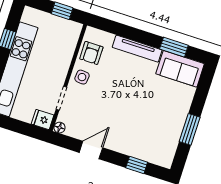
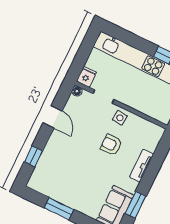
tv unit: (137, 49) -> (142, 166), width x0.71
armchair: (91, 53) -> (111, 145), moved

